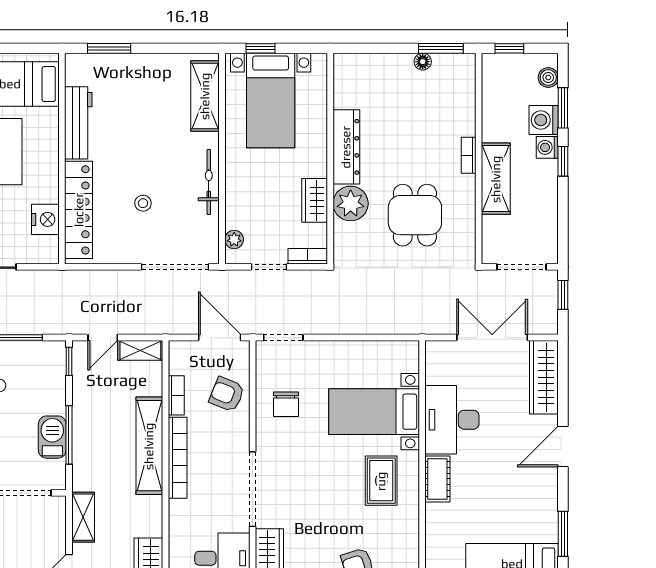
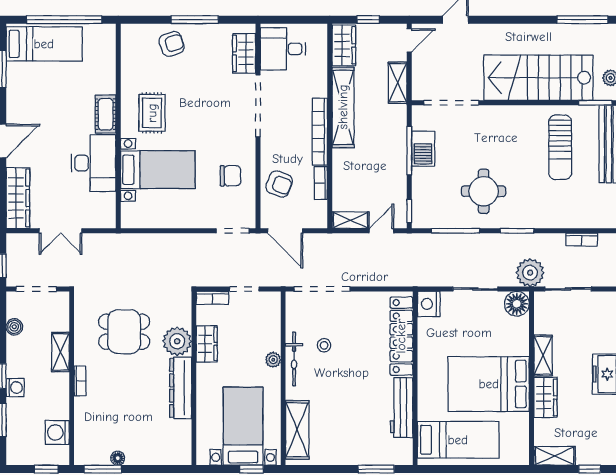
boiler: (548, 78) -> (14, 327), moved
washing machine: (544, 120) -> (57, 432), moved, turned 180
shelving: (496, 179) -> (60, 352), width x0.67, depth x0.75
stool: (143, 203) -> (324, 345), moved
dining table: (415, 215) -> (124, 332), turned 90
nightstand: (45, 219) -> (429, 304), moved
plant: (234, 240) -> (273, 360), moved
double door: (492, 338) -> (61, 231), width x0.73
chair: (286, 404) -> (230, 176), turned 90
shelving: (149, 446) -> (343, 107), moved

